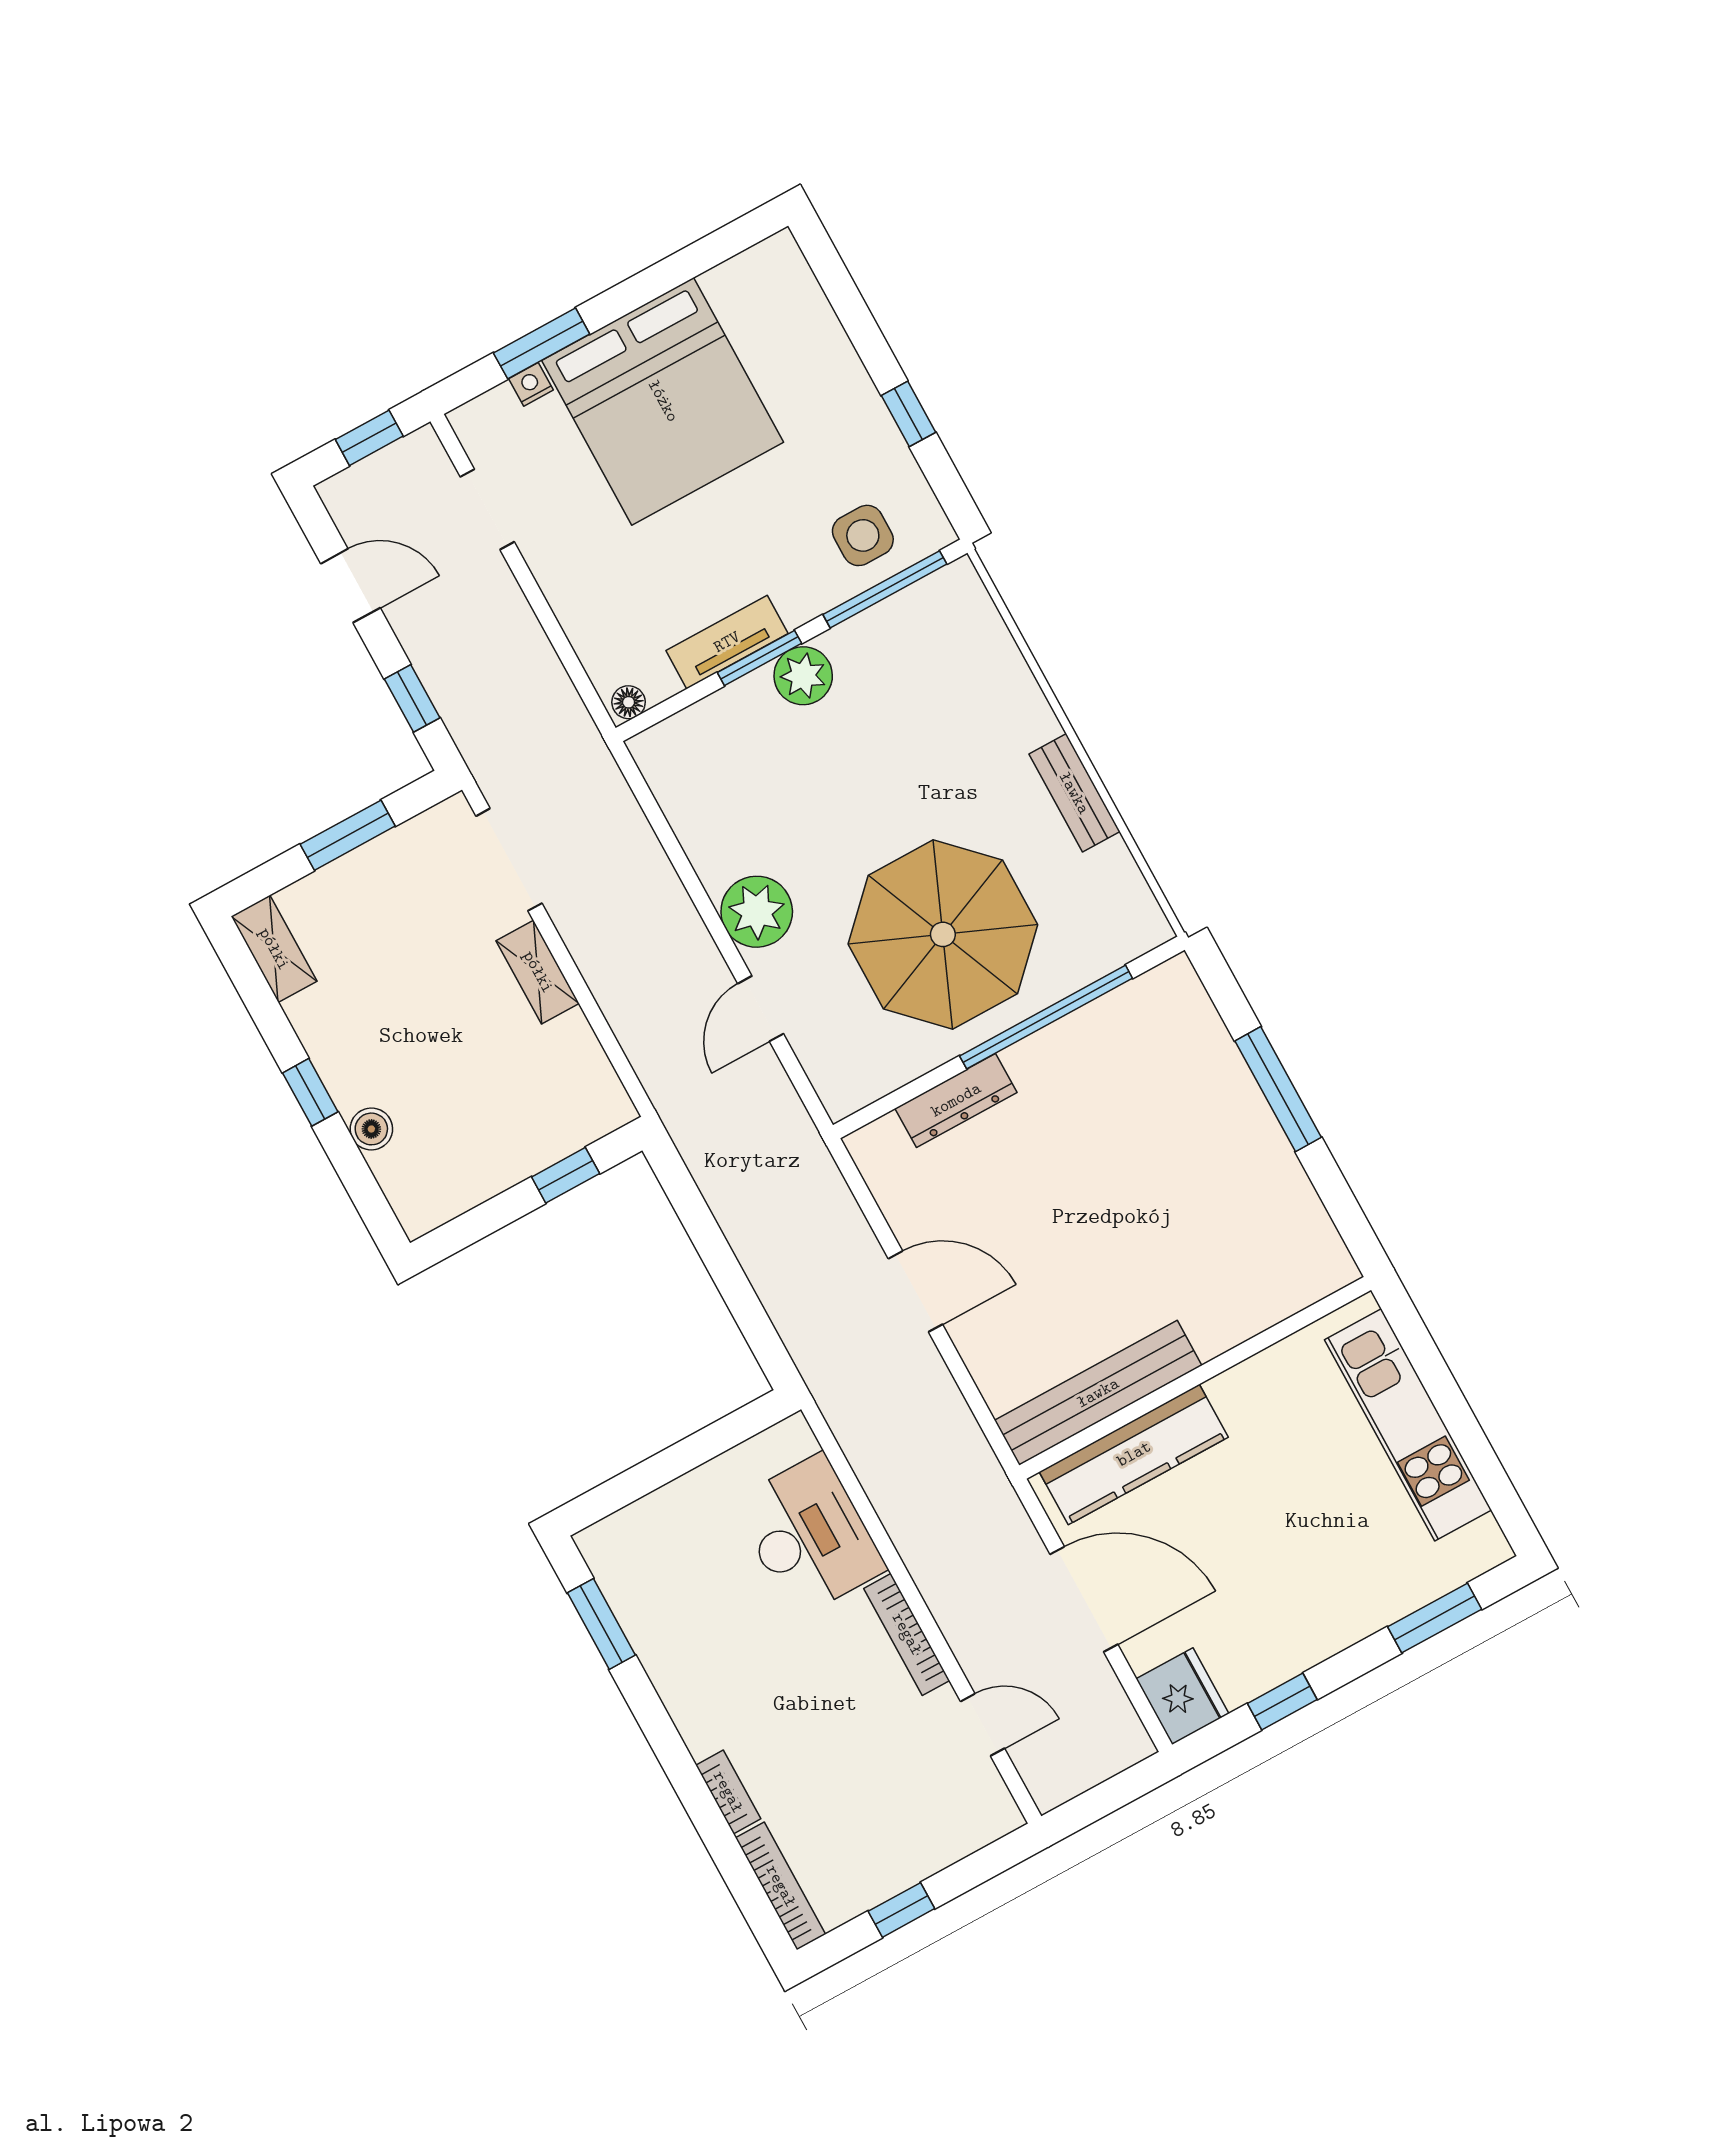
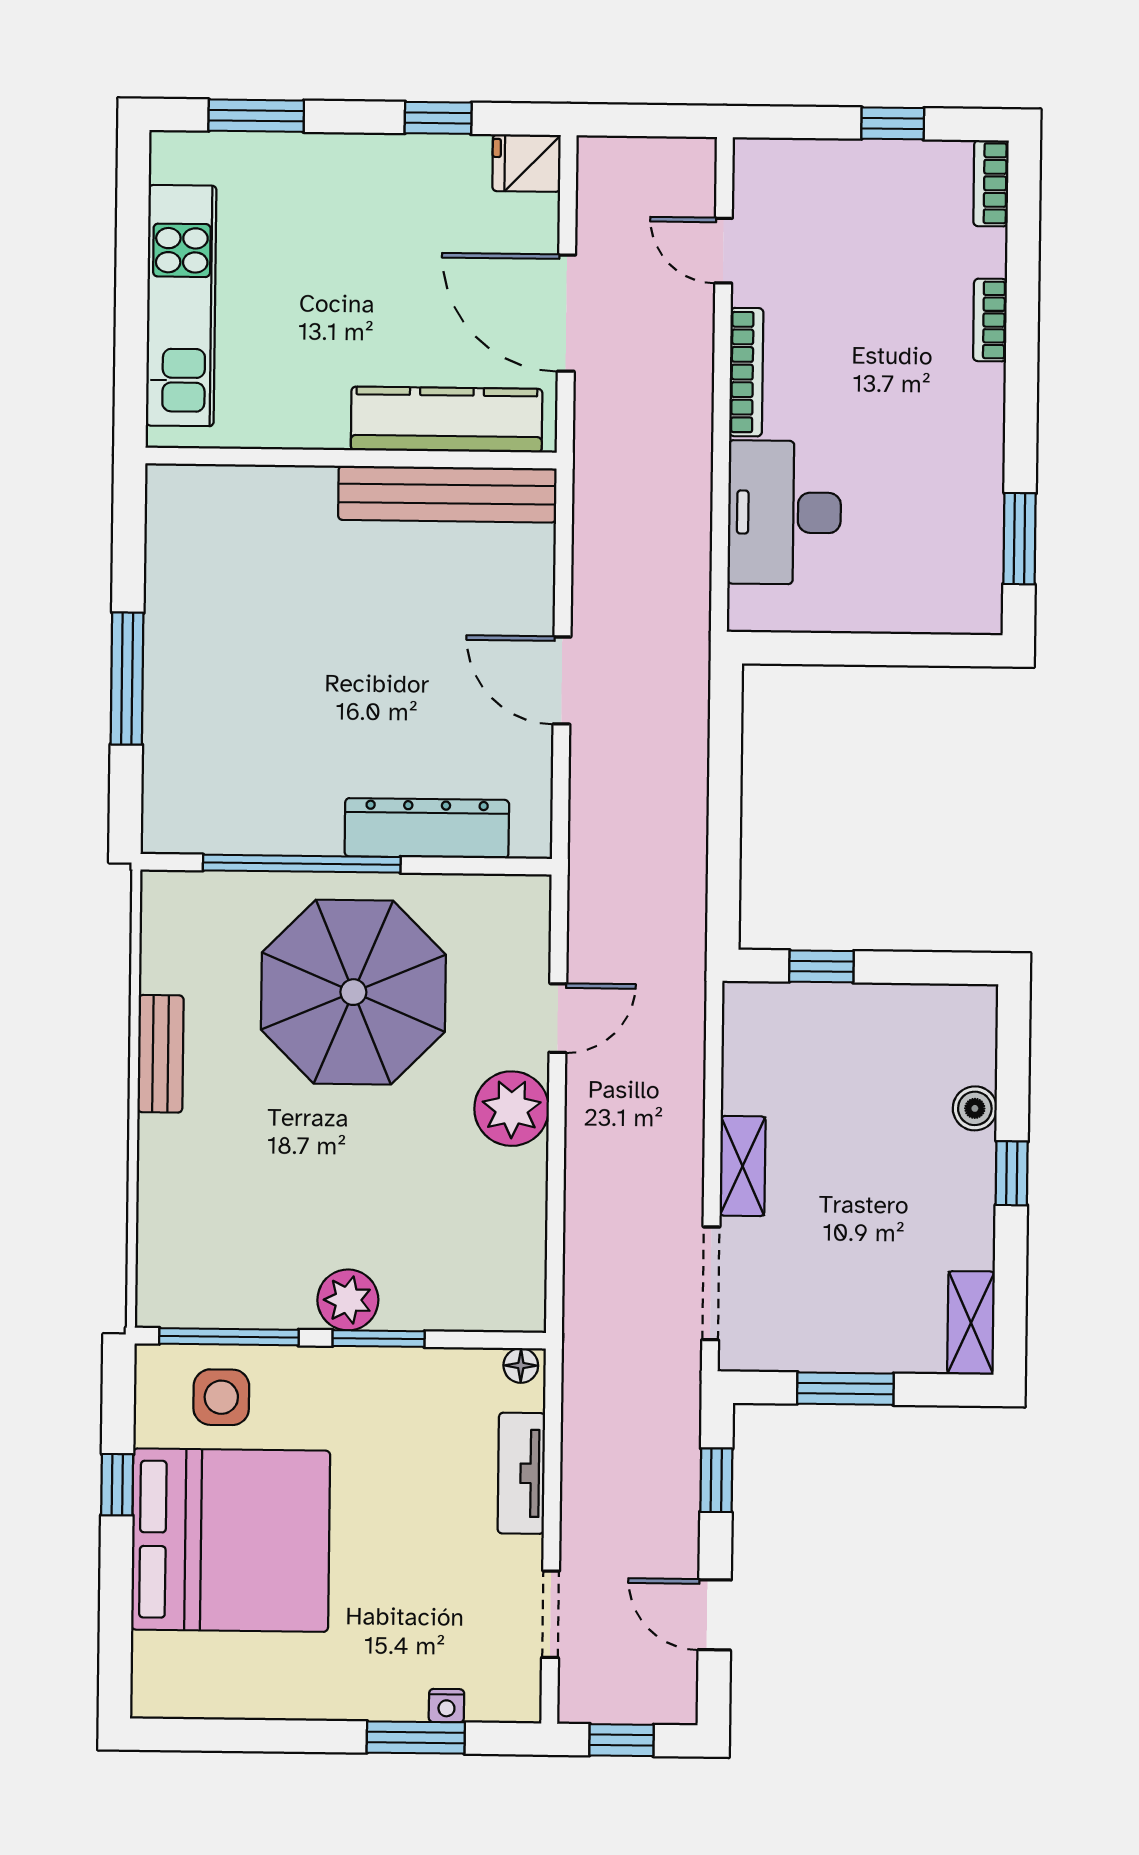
bed: (663, 401) -> (231, 1540), moved, turned 90
tv unit: (727, 642) -> (521, 1473), moved, turned 90
dresser: (956, 1100) -> (427, 828), width x1.37, depth x1.24
fridge: (1182, 1696) -> (527, 163), width x0.72
bookcase: (781, 1886) -> (991, 183), width x0.64

